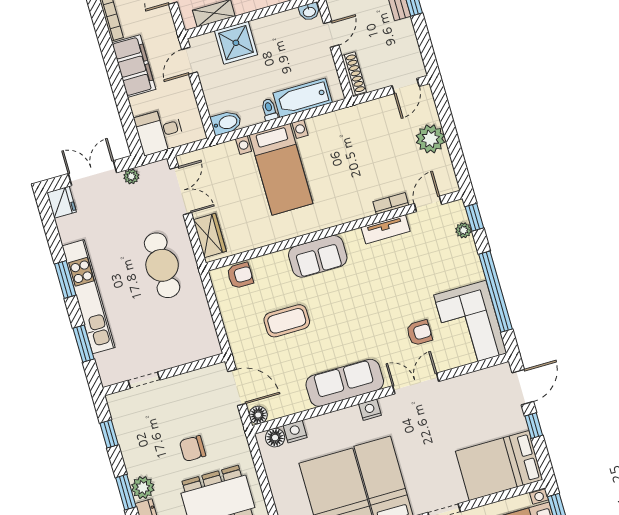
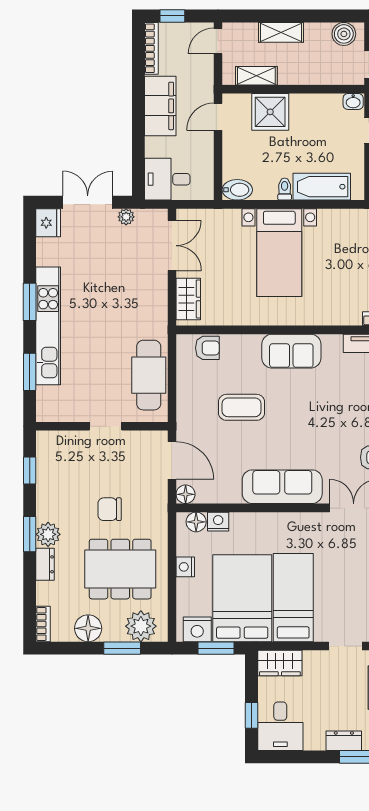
cafe table: (162, 265) -> (149, 375), moved
doorway: (144, 380) -> (106, 426), moved
nightstand: (370, 410) -> (185, 567), moved, turned -90

